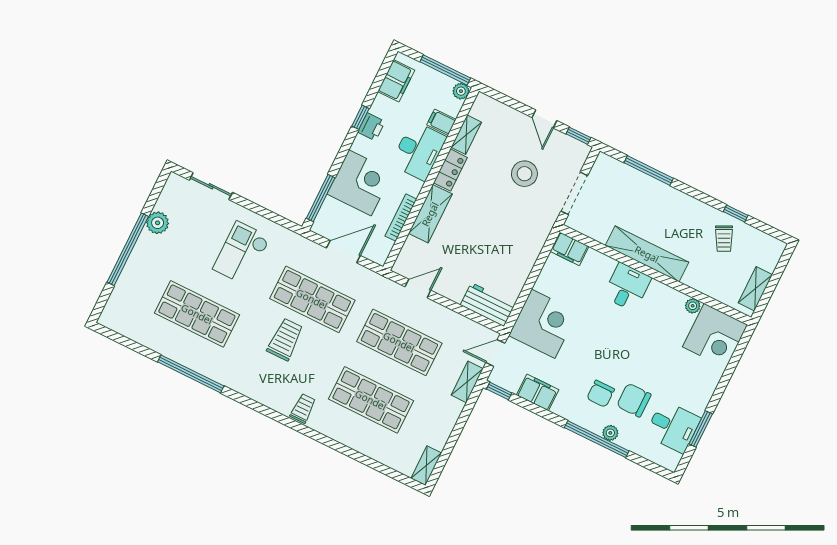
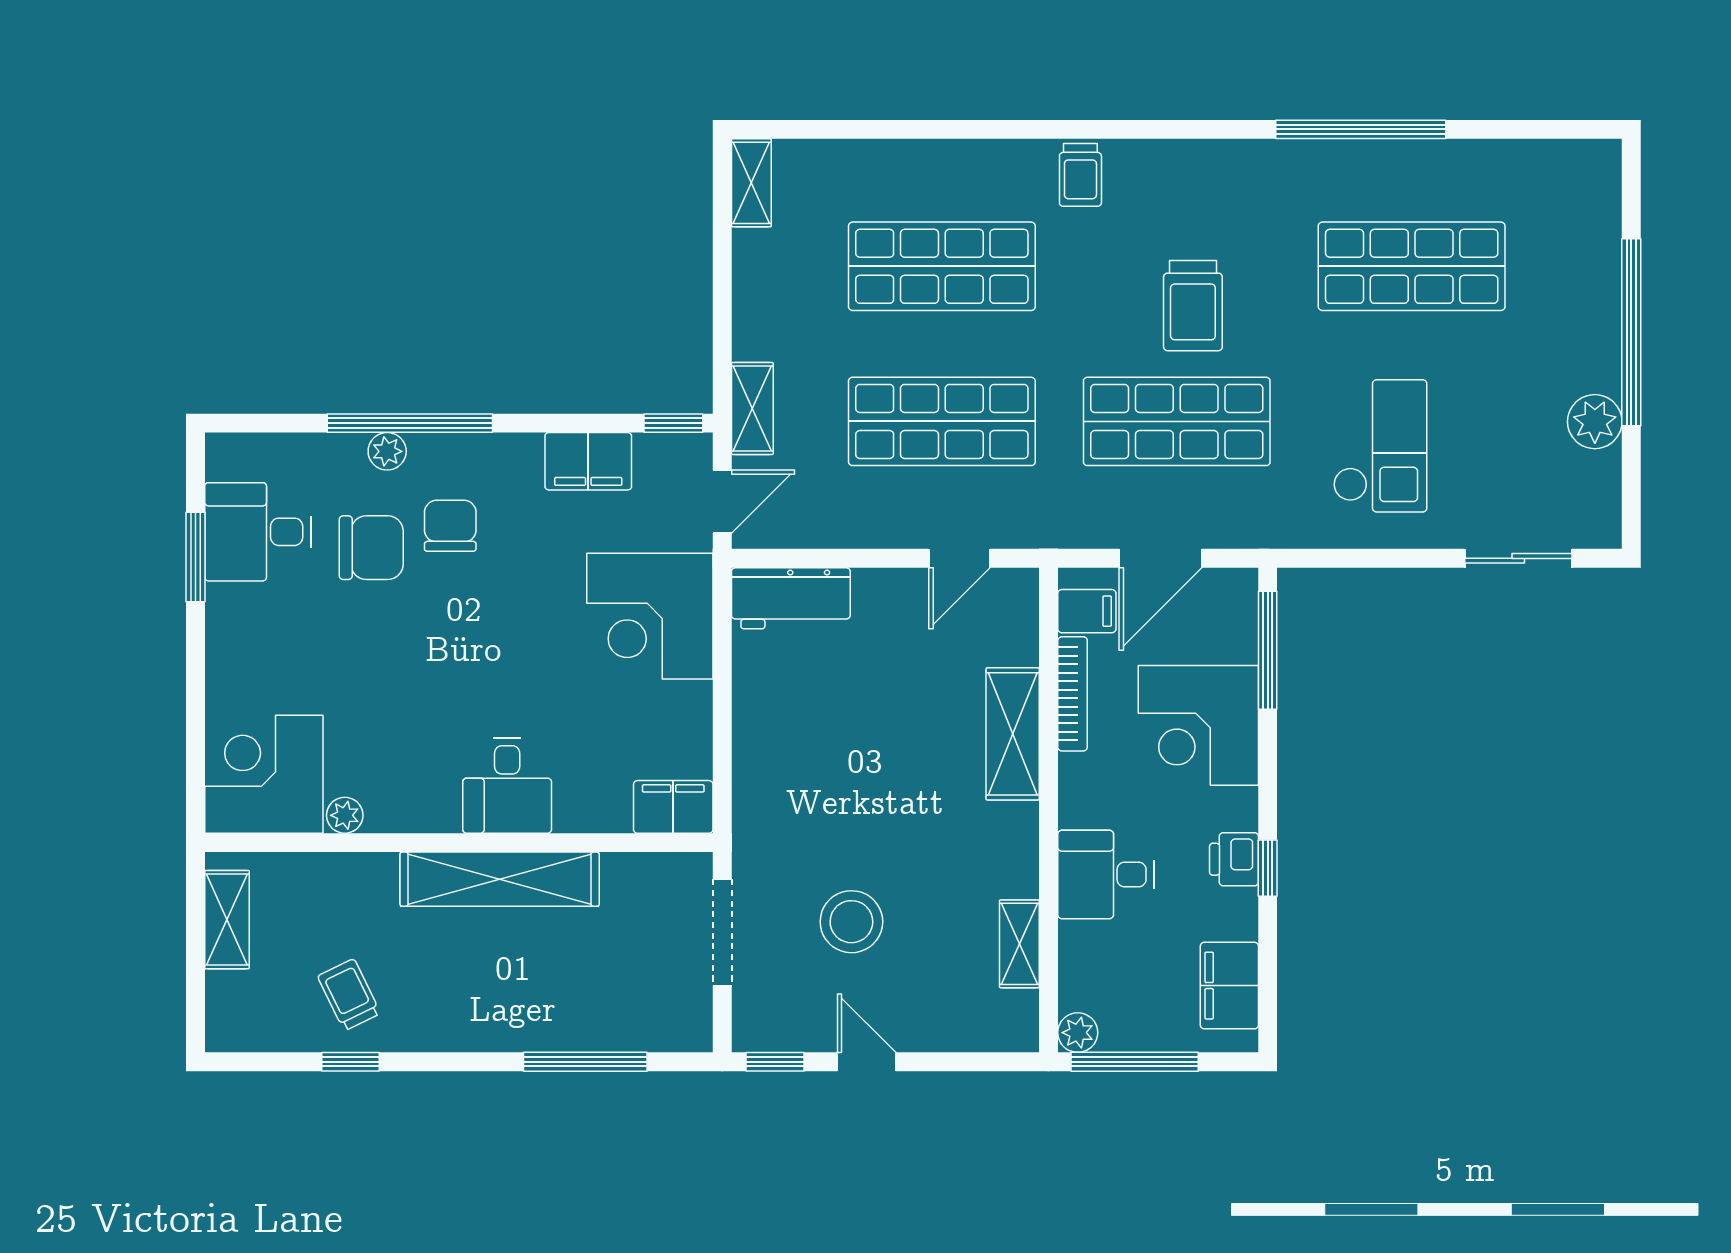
filing cabinet: (441, 122) -> (1087, 611), moved
desk: (419, 151) -> (1106, 875), width x0.73
locker: (450, 170) -> (1016, 850), removed

